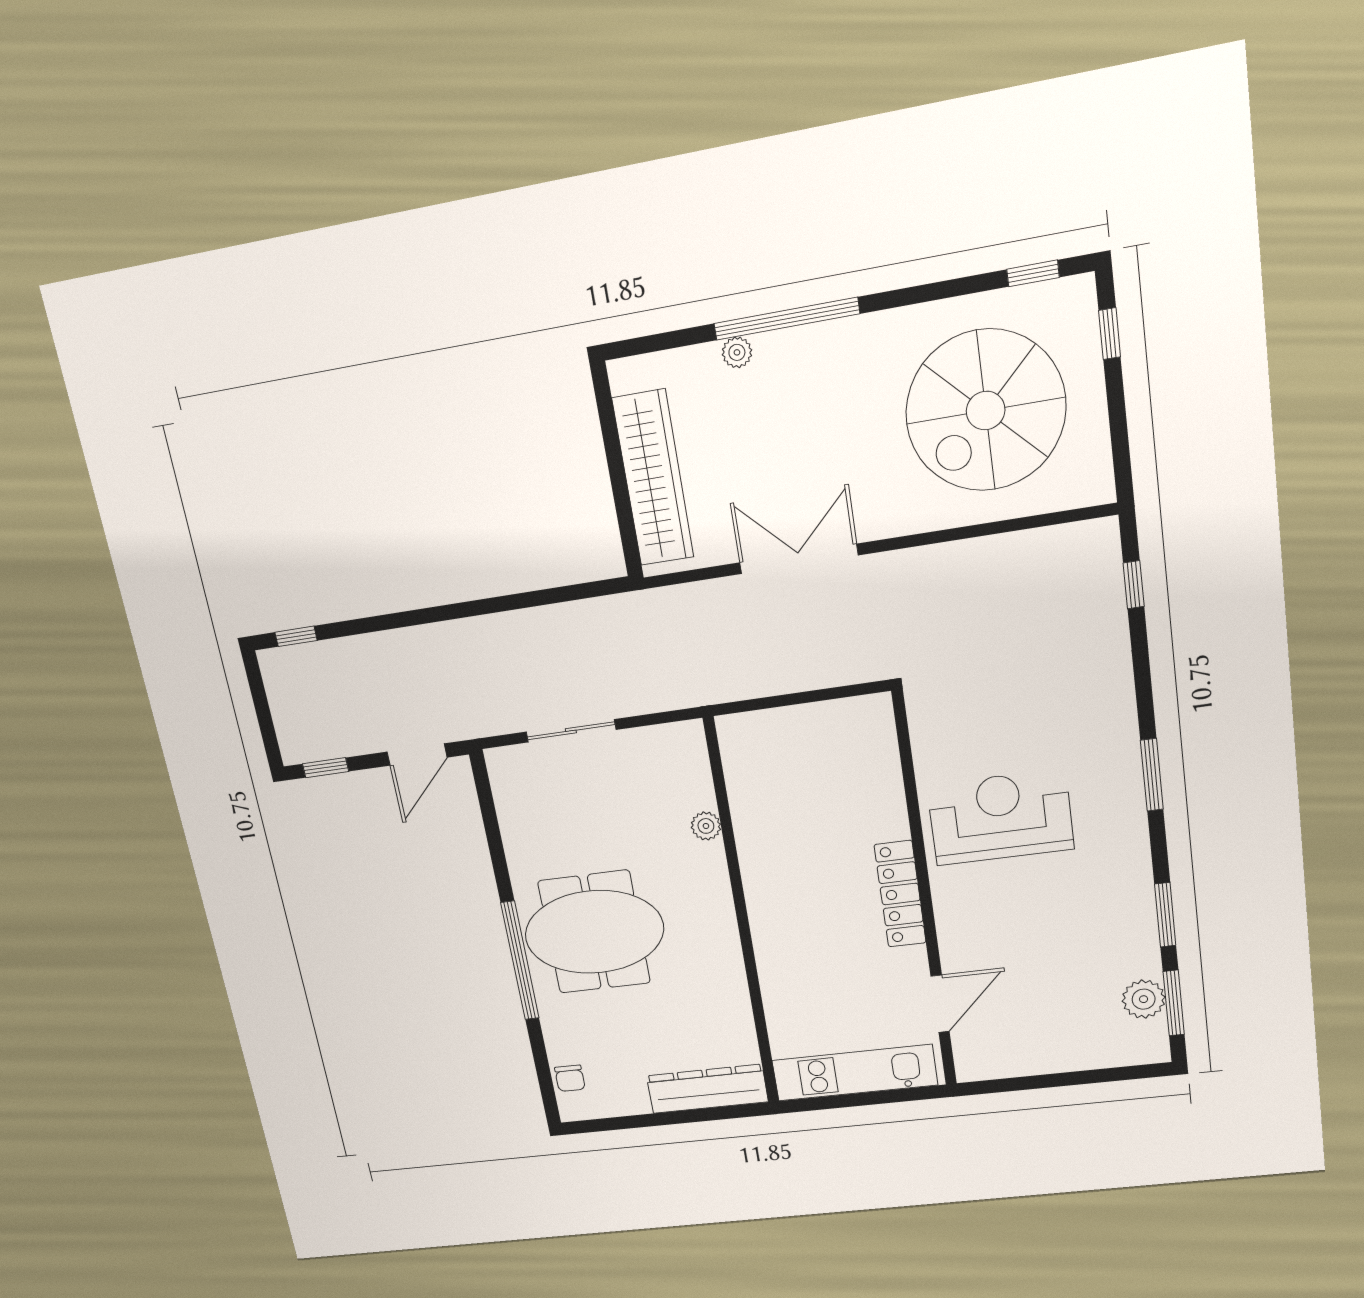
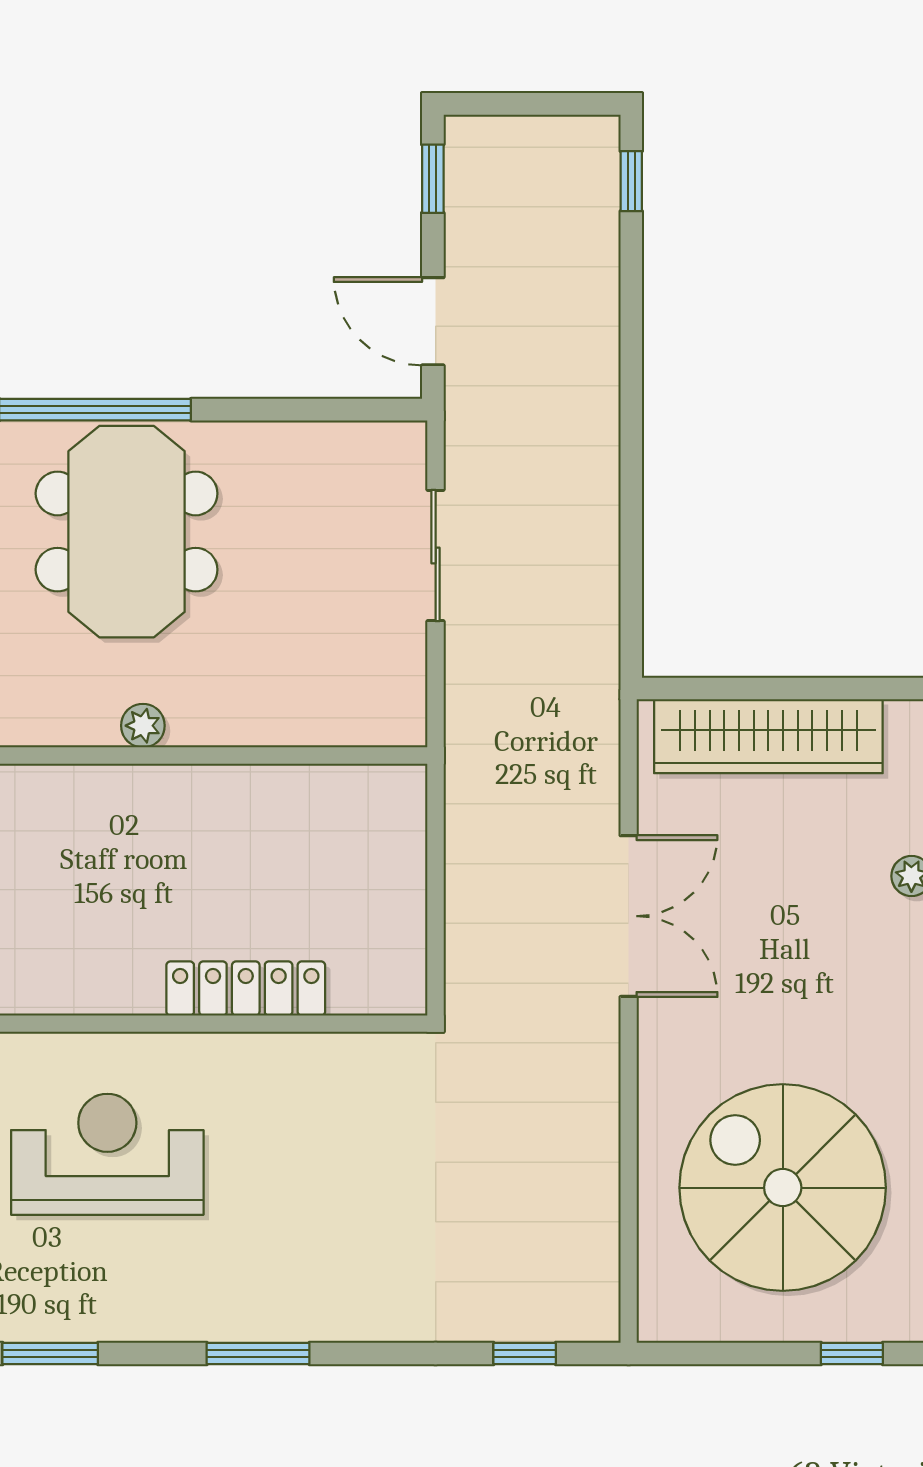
reception desk: (1000, 817) -> (107, 1154), moved, turned -90
plant: (706, 826) -> (143, 726), moved
locker: (900, 894) -> (246, 988), moved

